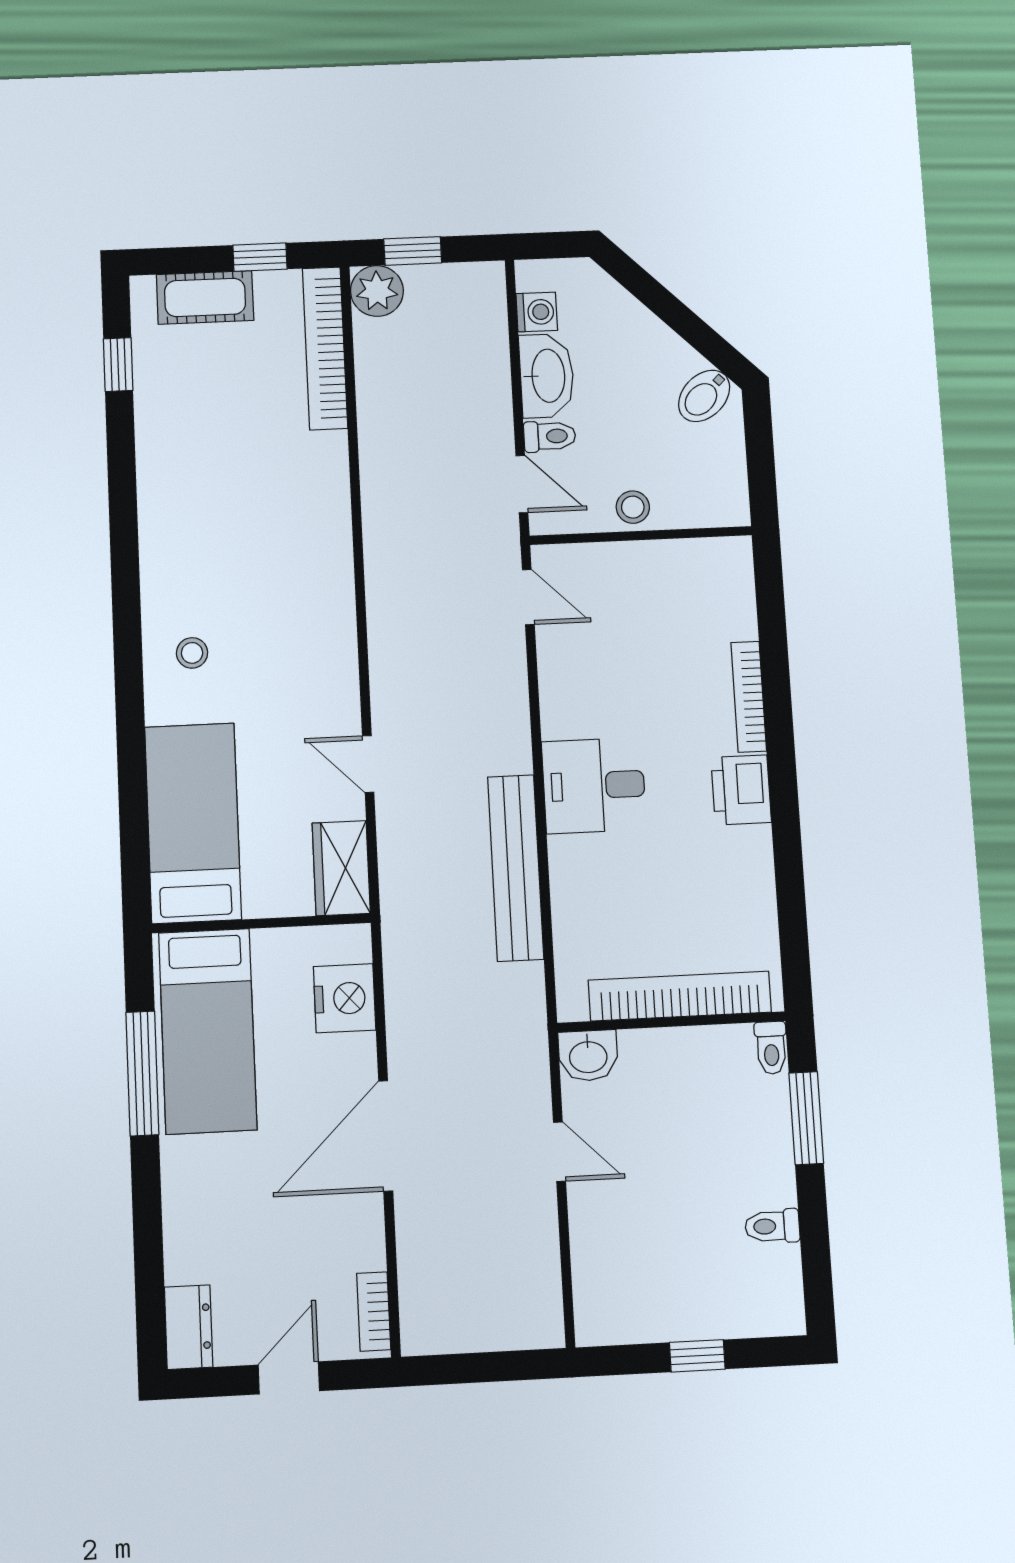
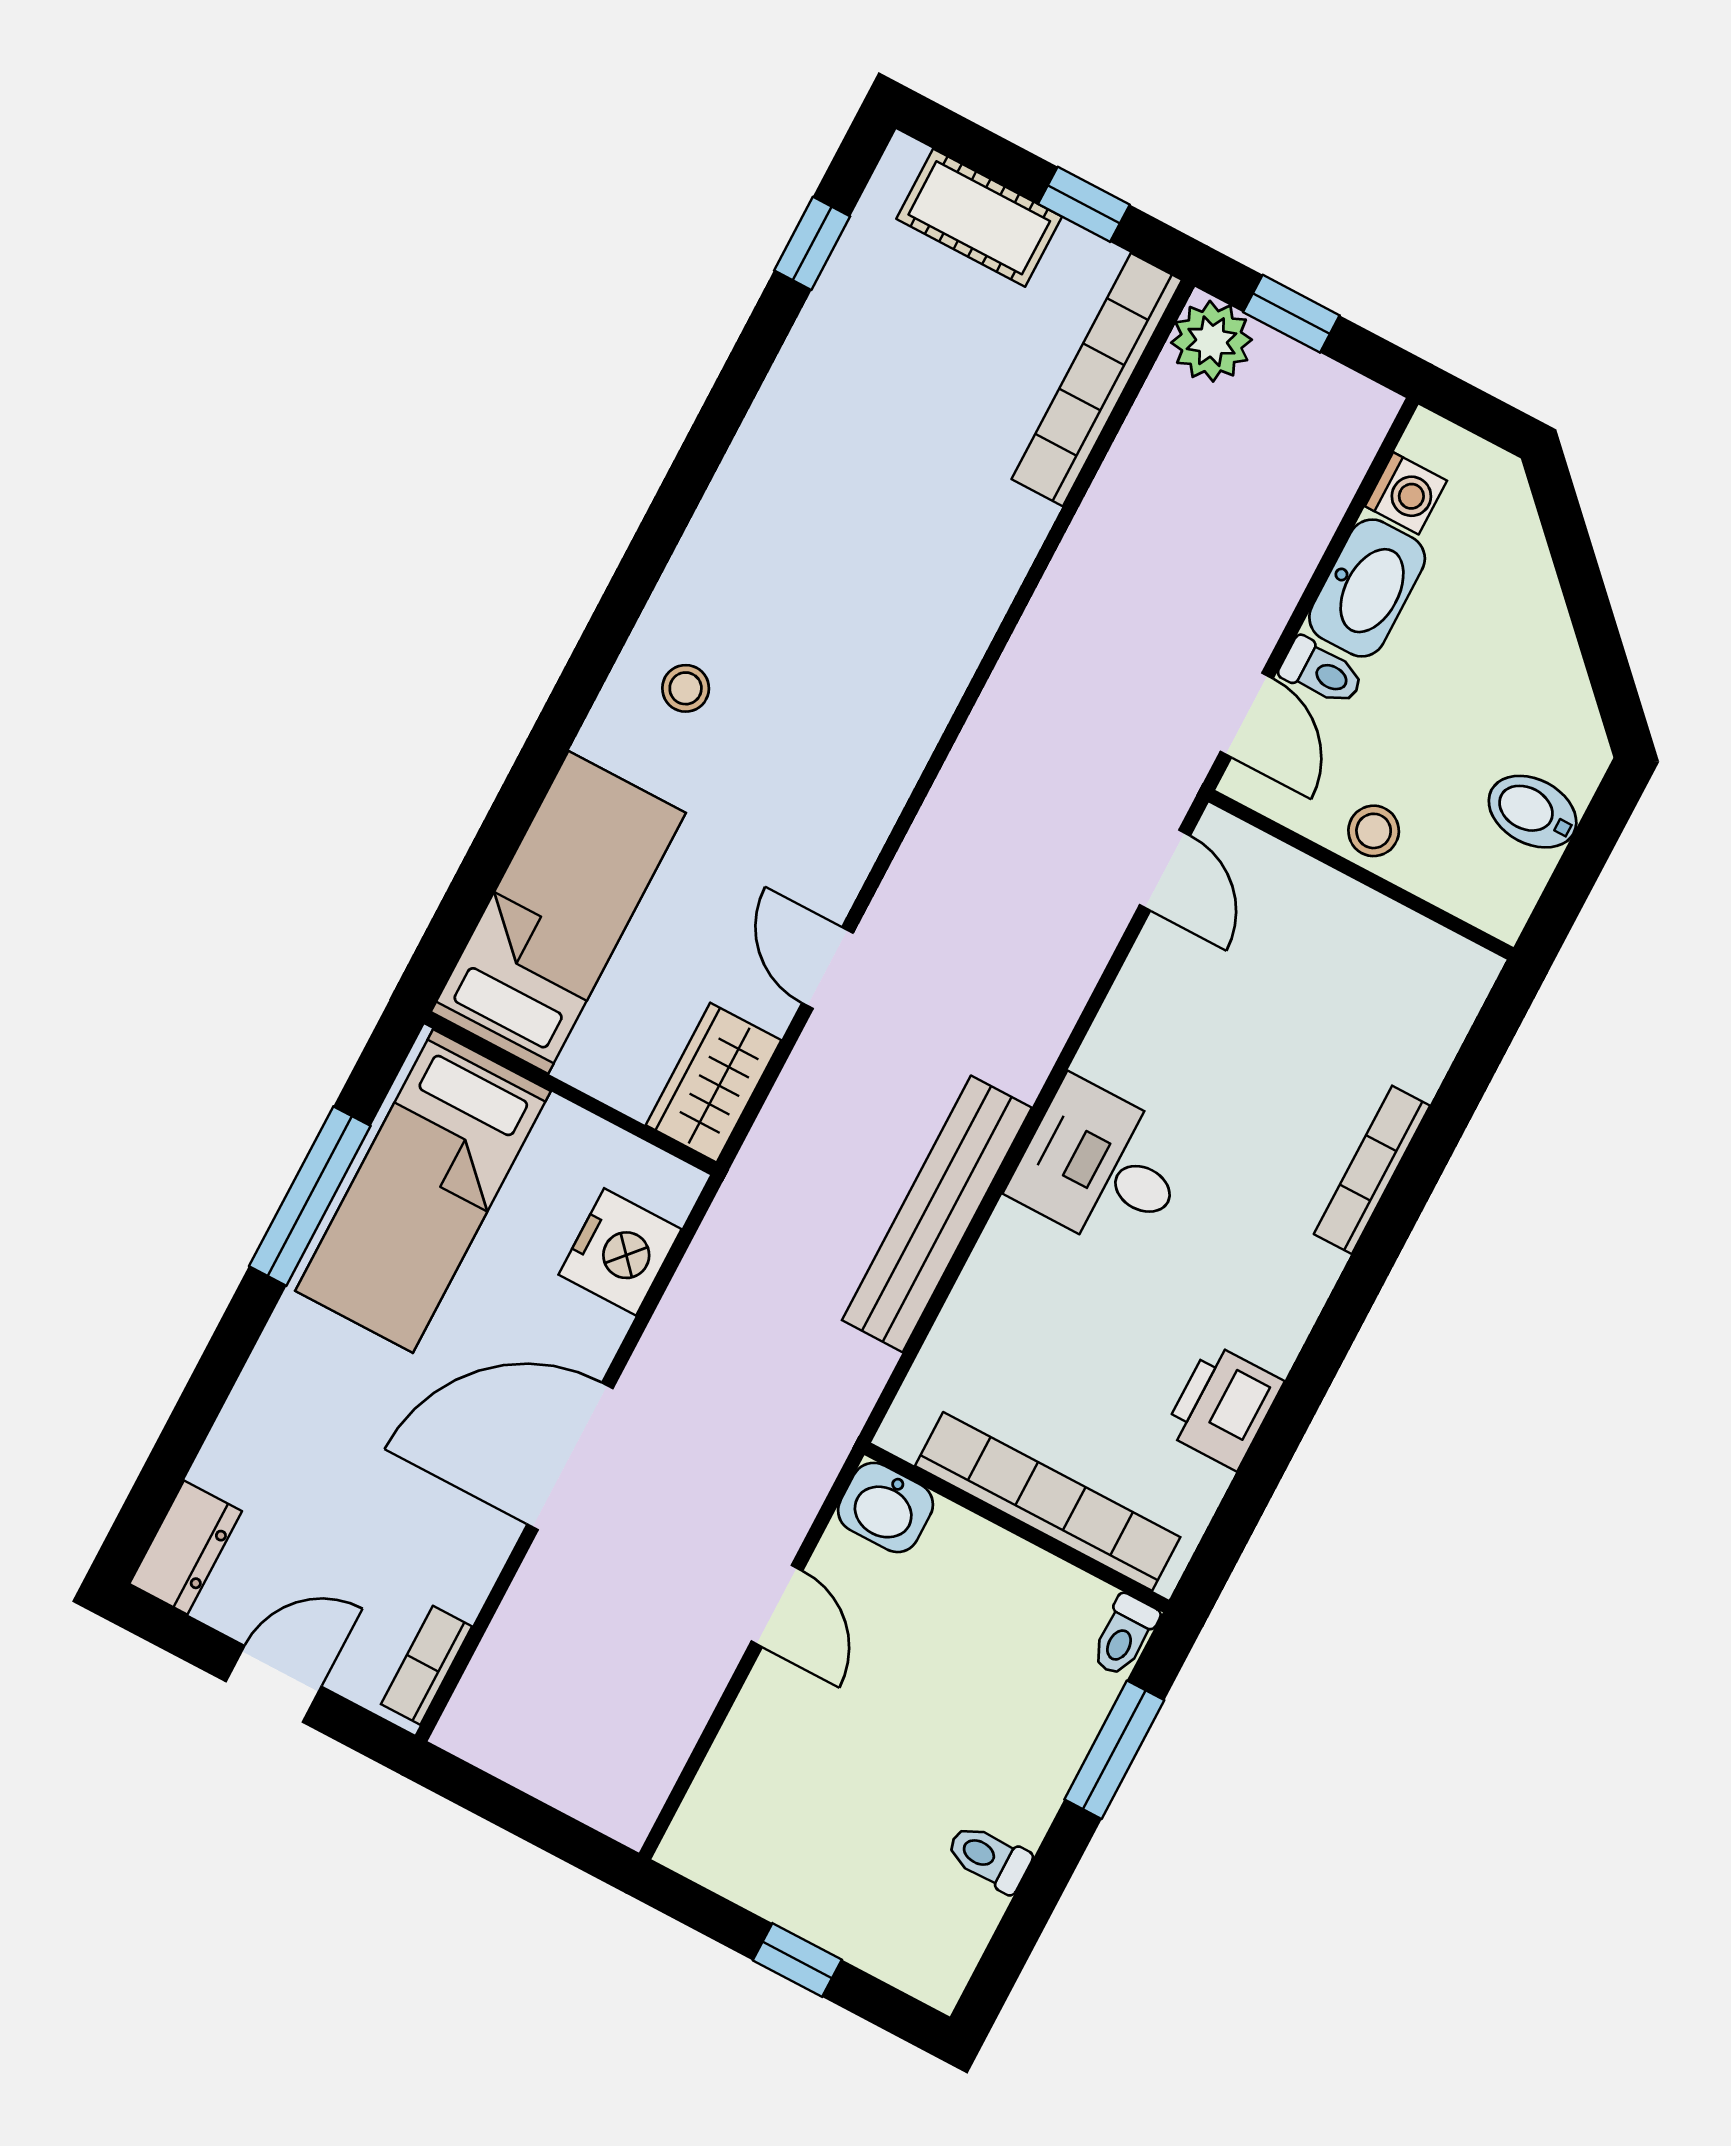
bidet: (704, 396) -> (1533, 812), moved, turned 45
printer: (741, 790) -> (1223, 1407), moved

